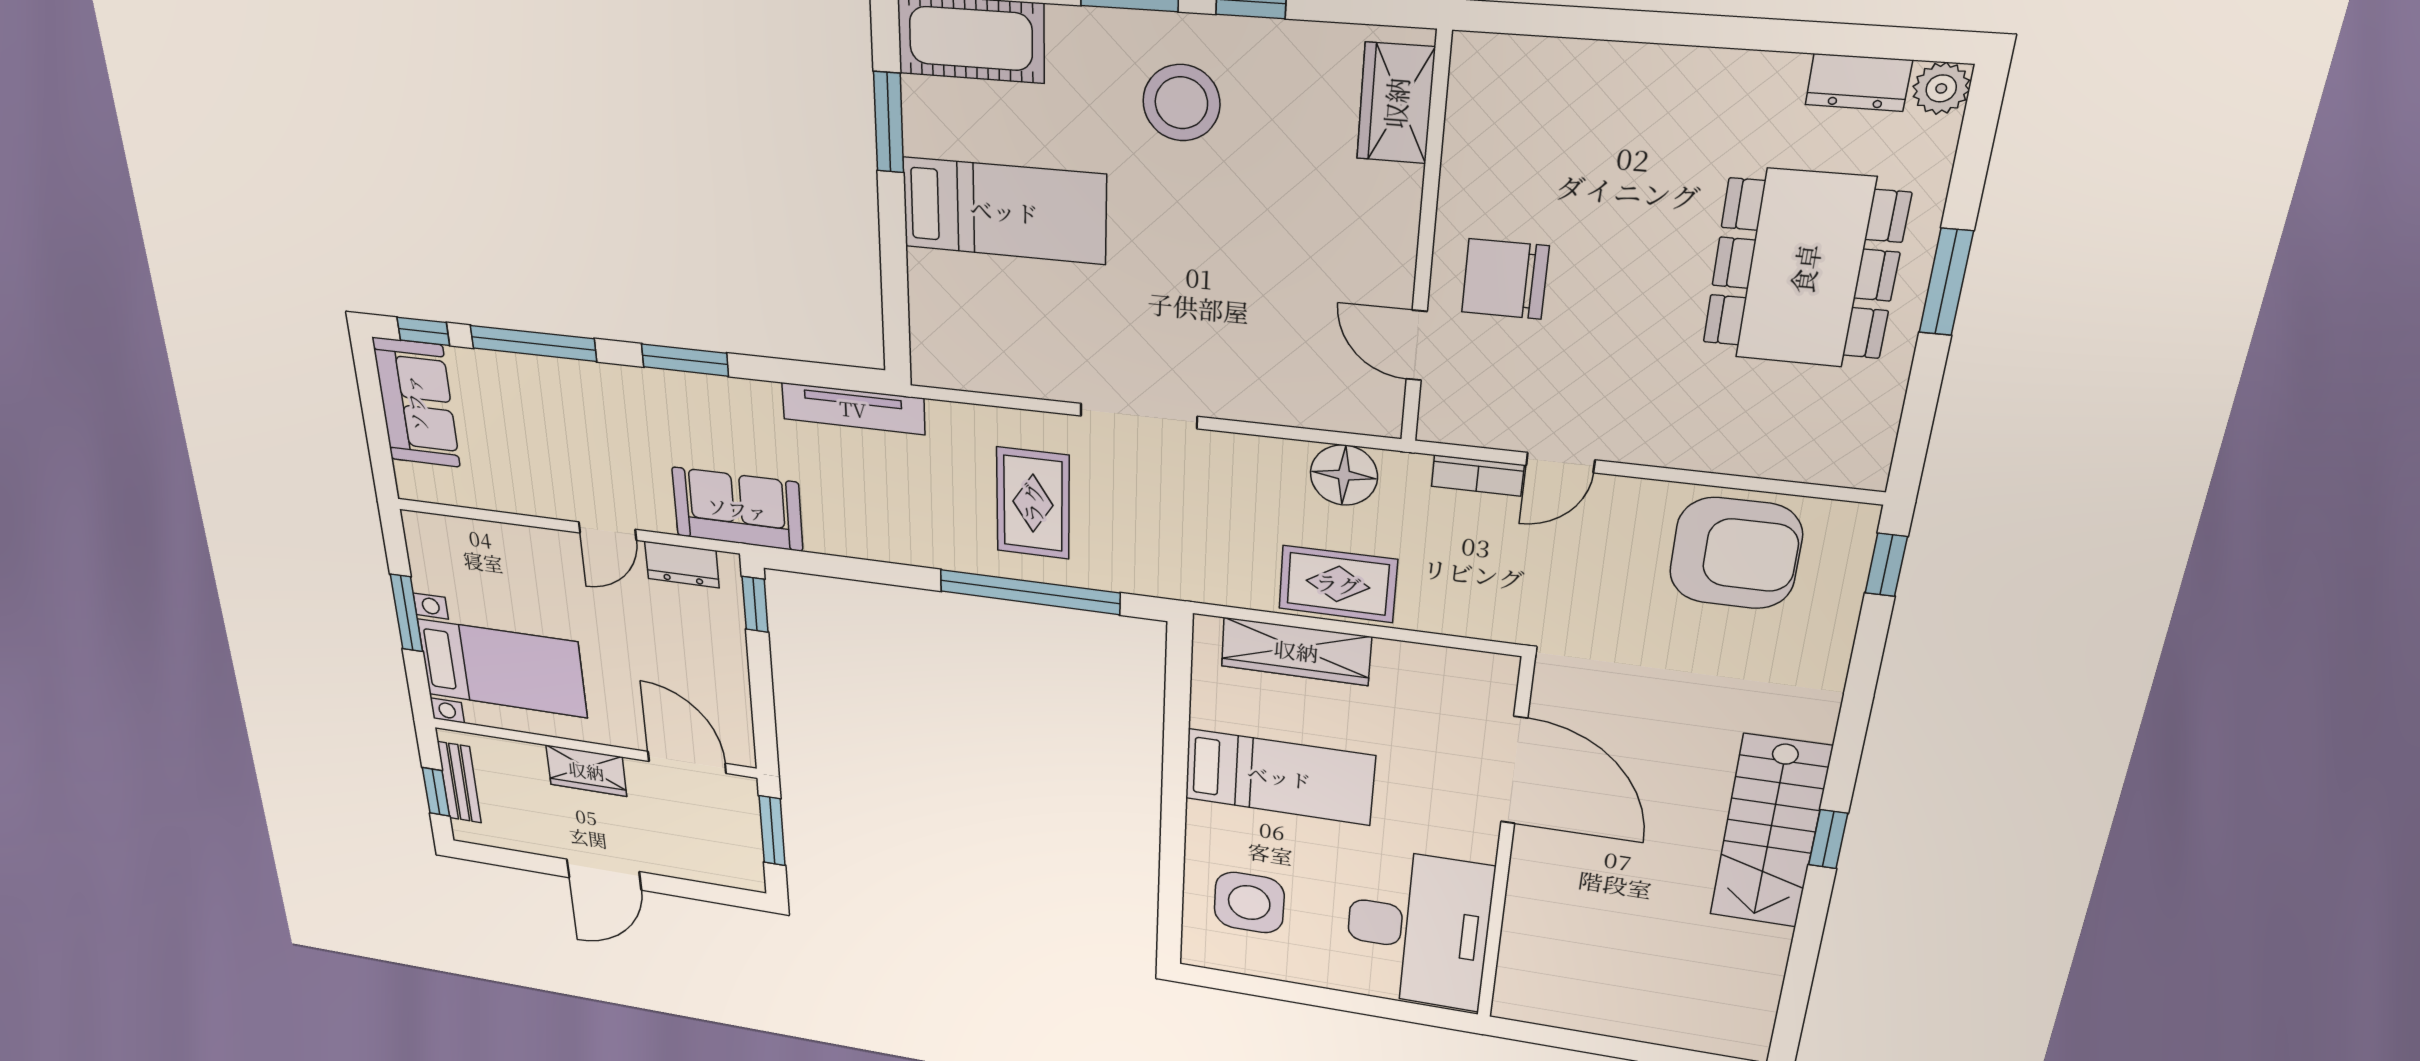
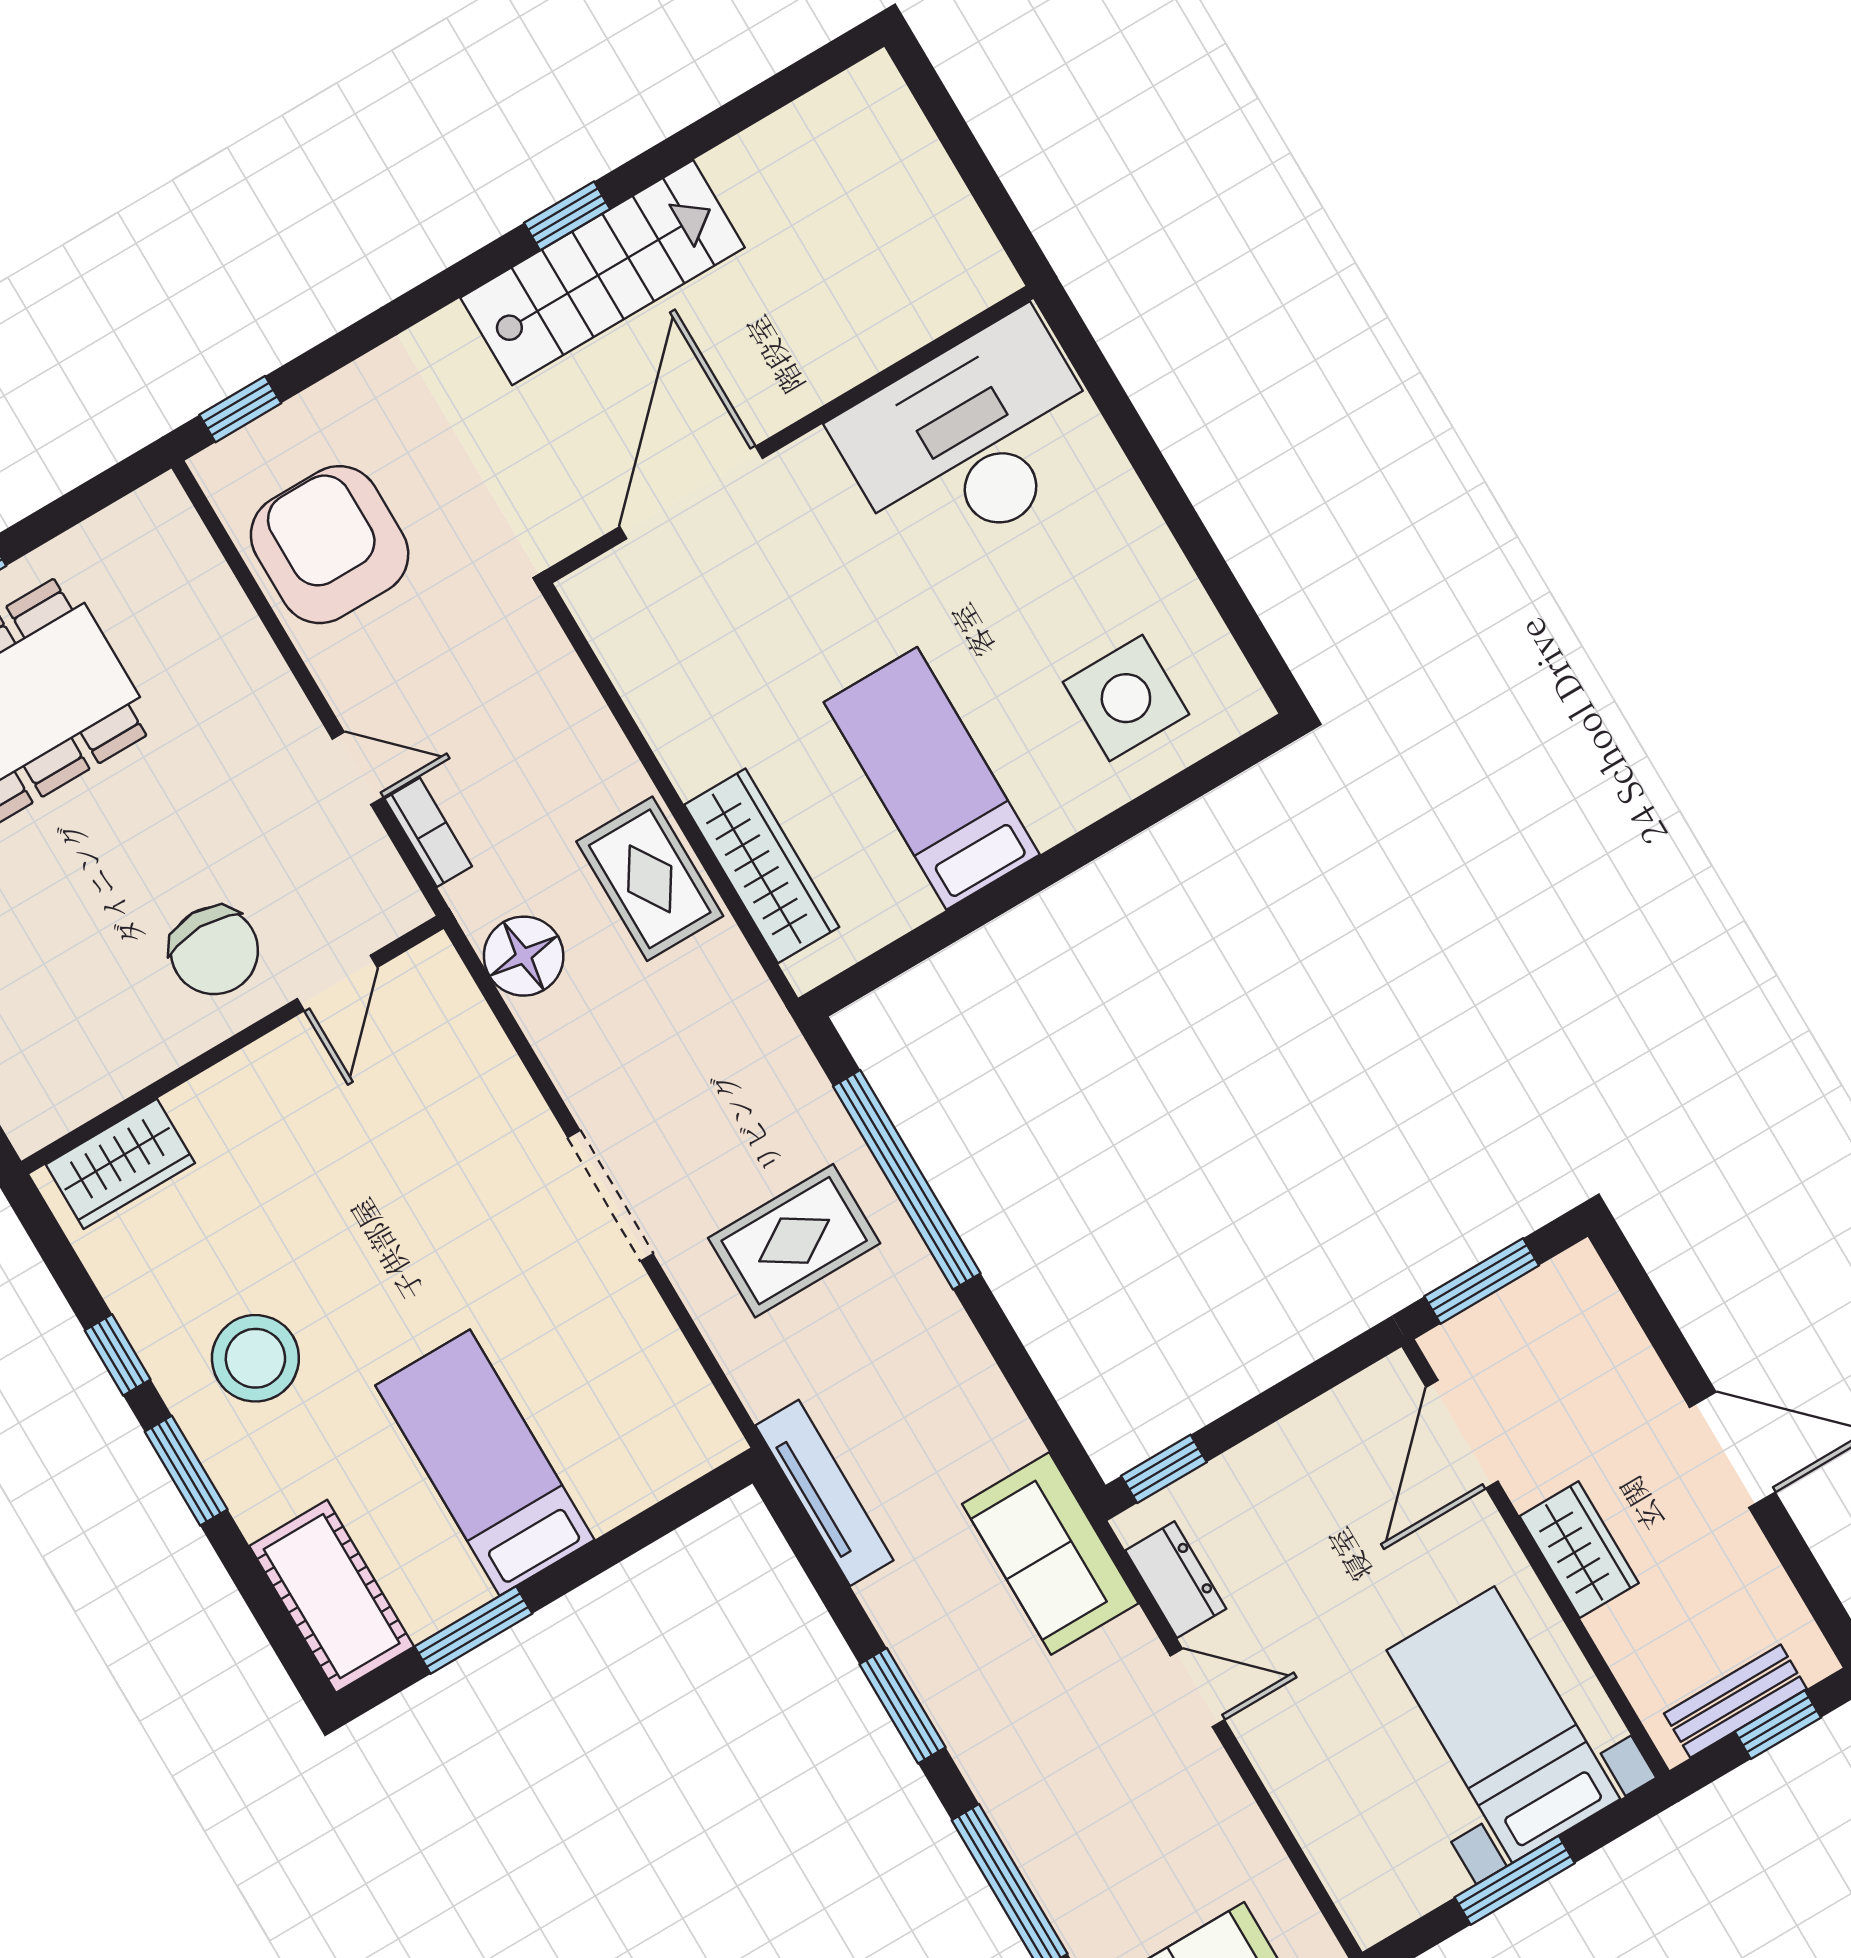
door: (1514, 770) -> (691, 493), moved
wall: (1505, 845) -> (789, 434), moved
desk: (1418, 929) -> (972, 440), moved

